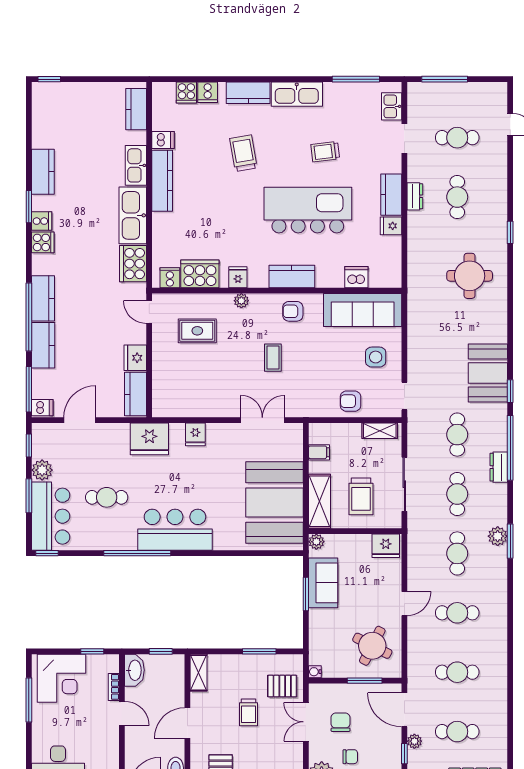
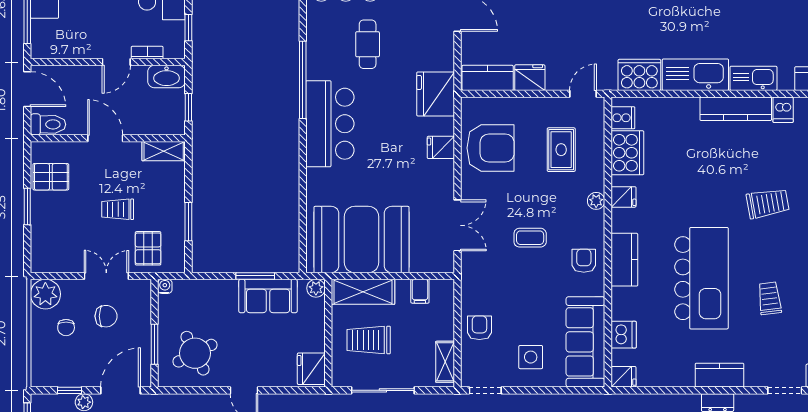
fridge: (391, 226) -> (623, 377), moved, turned 90
armchair: (196, 392) -> (490, 148), added
round table: (372, 646) -> (195, 353), turned 36

